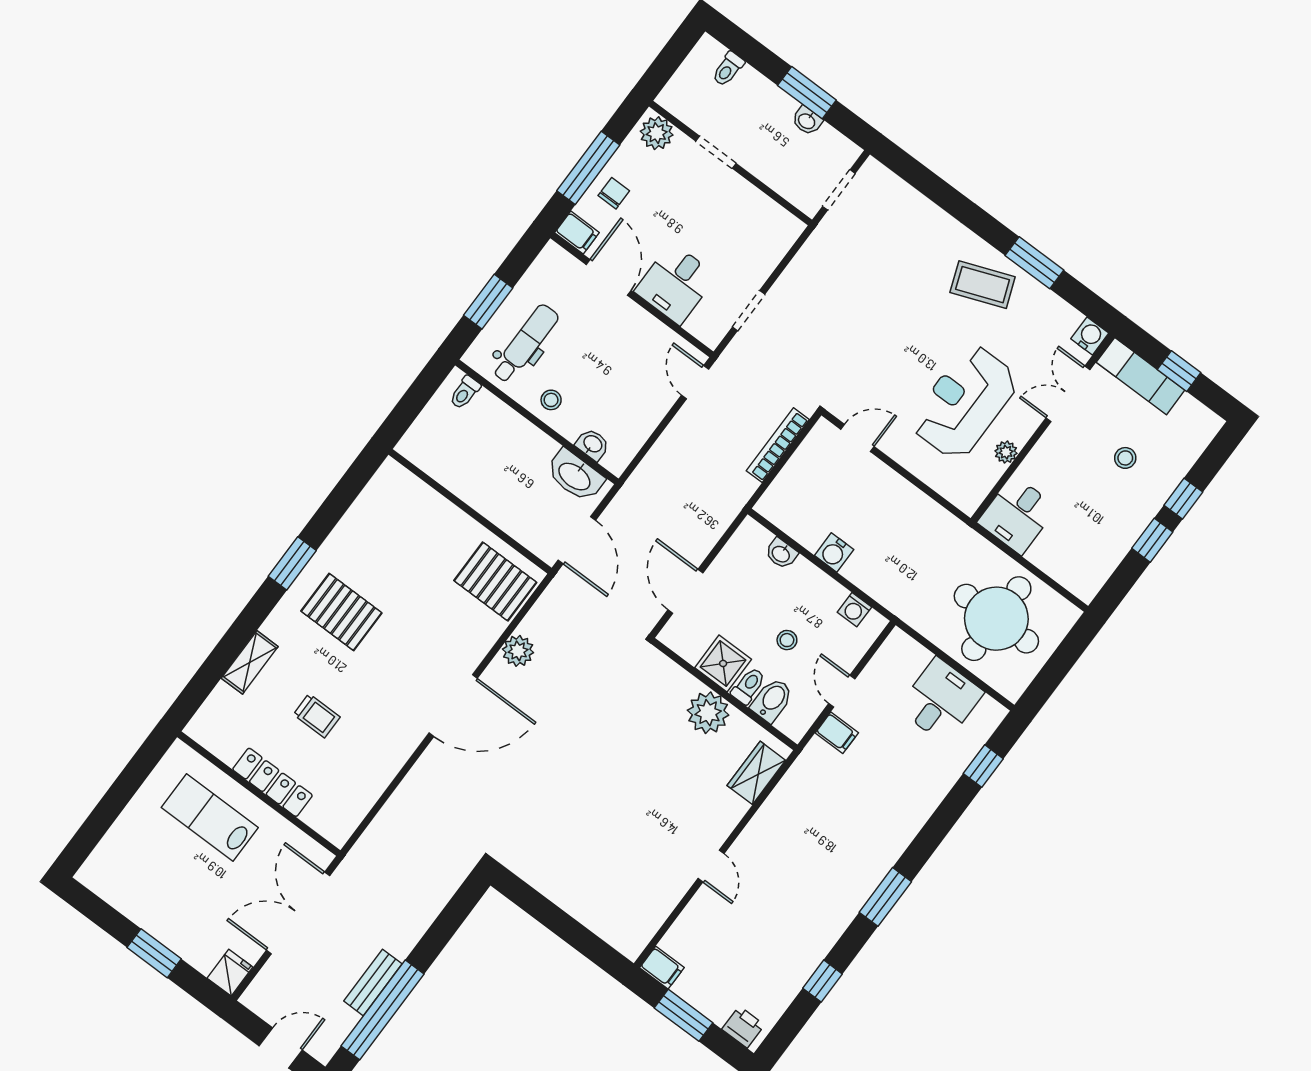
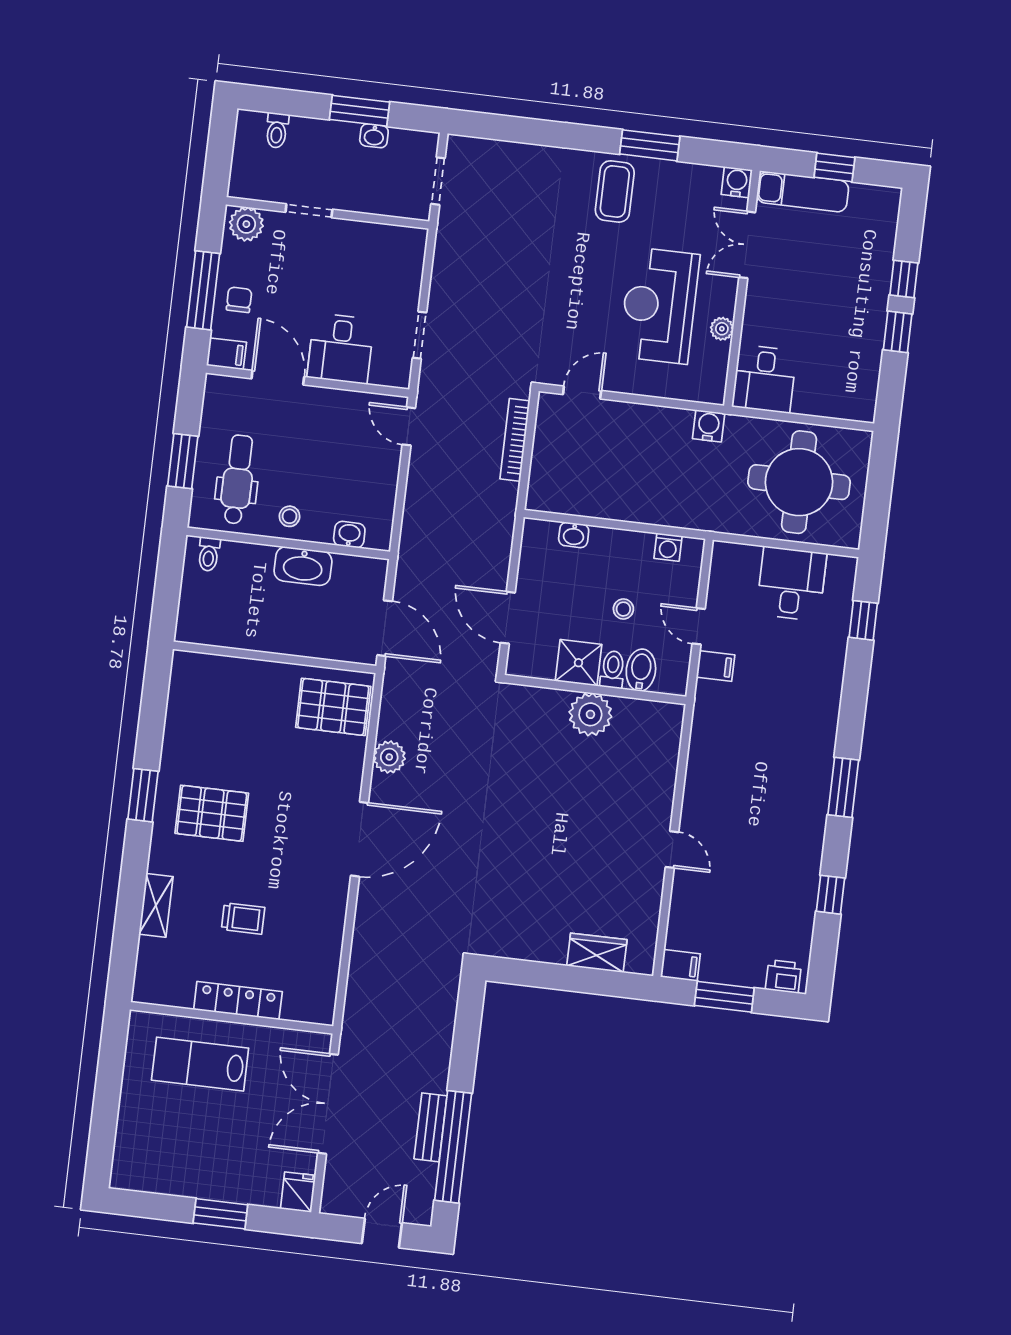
coffee table: (983, 285) -> (615, 191), turned -69
stool: (1125, 458) -> (831, 273), removed
washbasin: (575, 476) -> (303, 566), moved
water cooler: (834, 552) -> (709, 426), moved, turned 180
wardrobe: (756, 773) -> (597, 953), moved, turned 90

